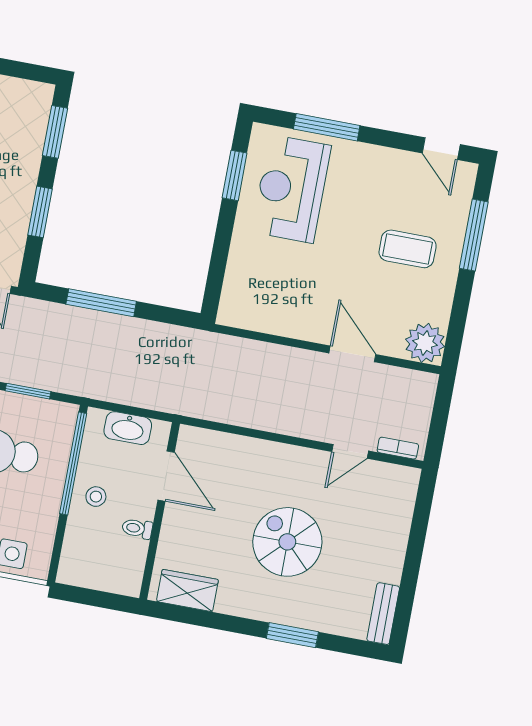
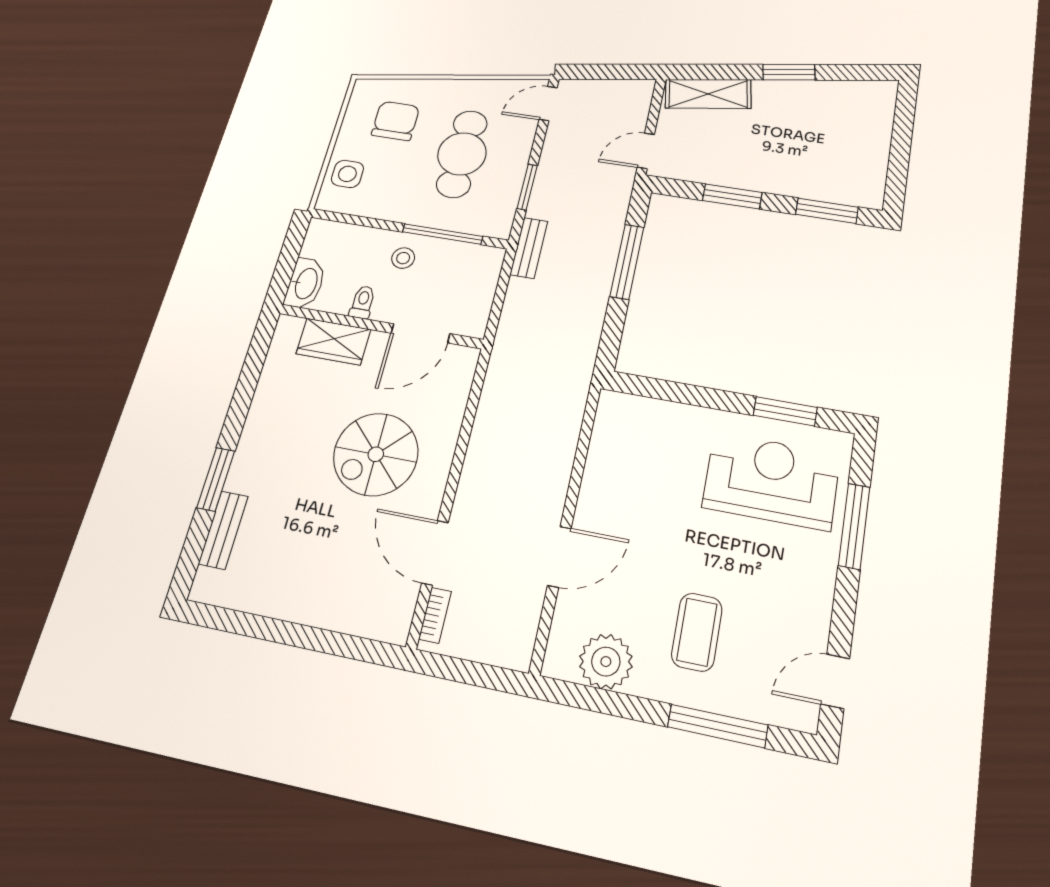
plant: (425, 343) -> (606, 662), moved
bench: (87, 387) -> (529, 248), added
washbasin: (128, 428) -> (305, 283), moved, turned 180
door: (350, 451) -> (435, 553), width x1.38
window: (73, 464) -> (443, 234), width x0.68
spiral stairs: (287, 542) -> (376, 454), moved, turned 180
wardrobe: (187, 590) -> (333, 342), moved, turned 90
bench: (383, 614) -> (223, 530), moved, turned 90

